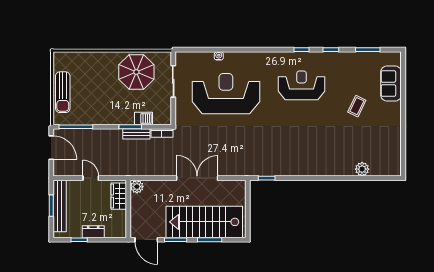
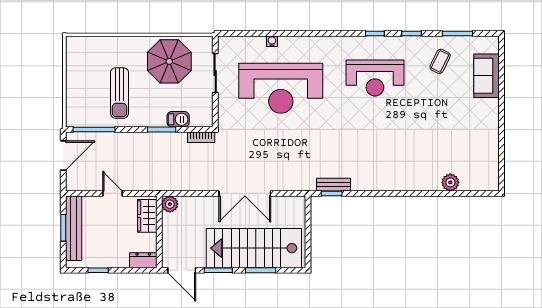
reception desk: (302, 85) -> (375, 78), turned 180
sun lounger: (63, 92) -> (119, 93), moved
reception desk: (226, 94) -> (281, 88), turned 180
coffee table: (357, 106) -> (440, 61), moved
bench: (136, 134) -> (334, 185), moved
door: (51, 148) -> (63, 155), hinge flipped
double door: (197, 178) -> (245, 193), swing flipped
dresser: (93, 232) -> (143, 260), moved

